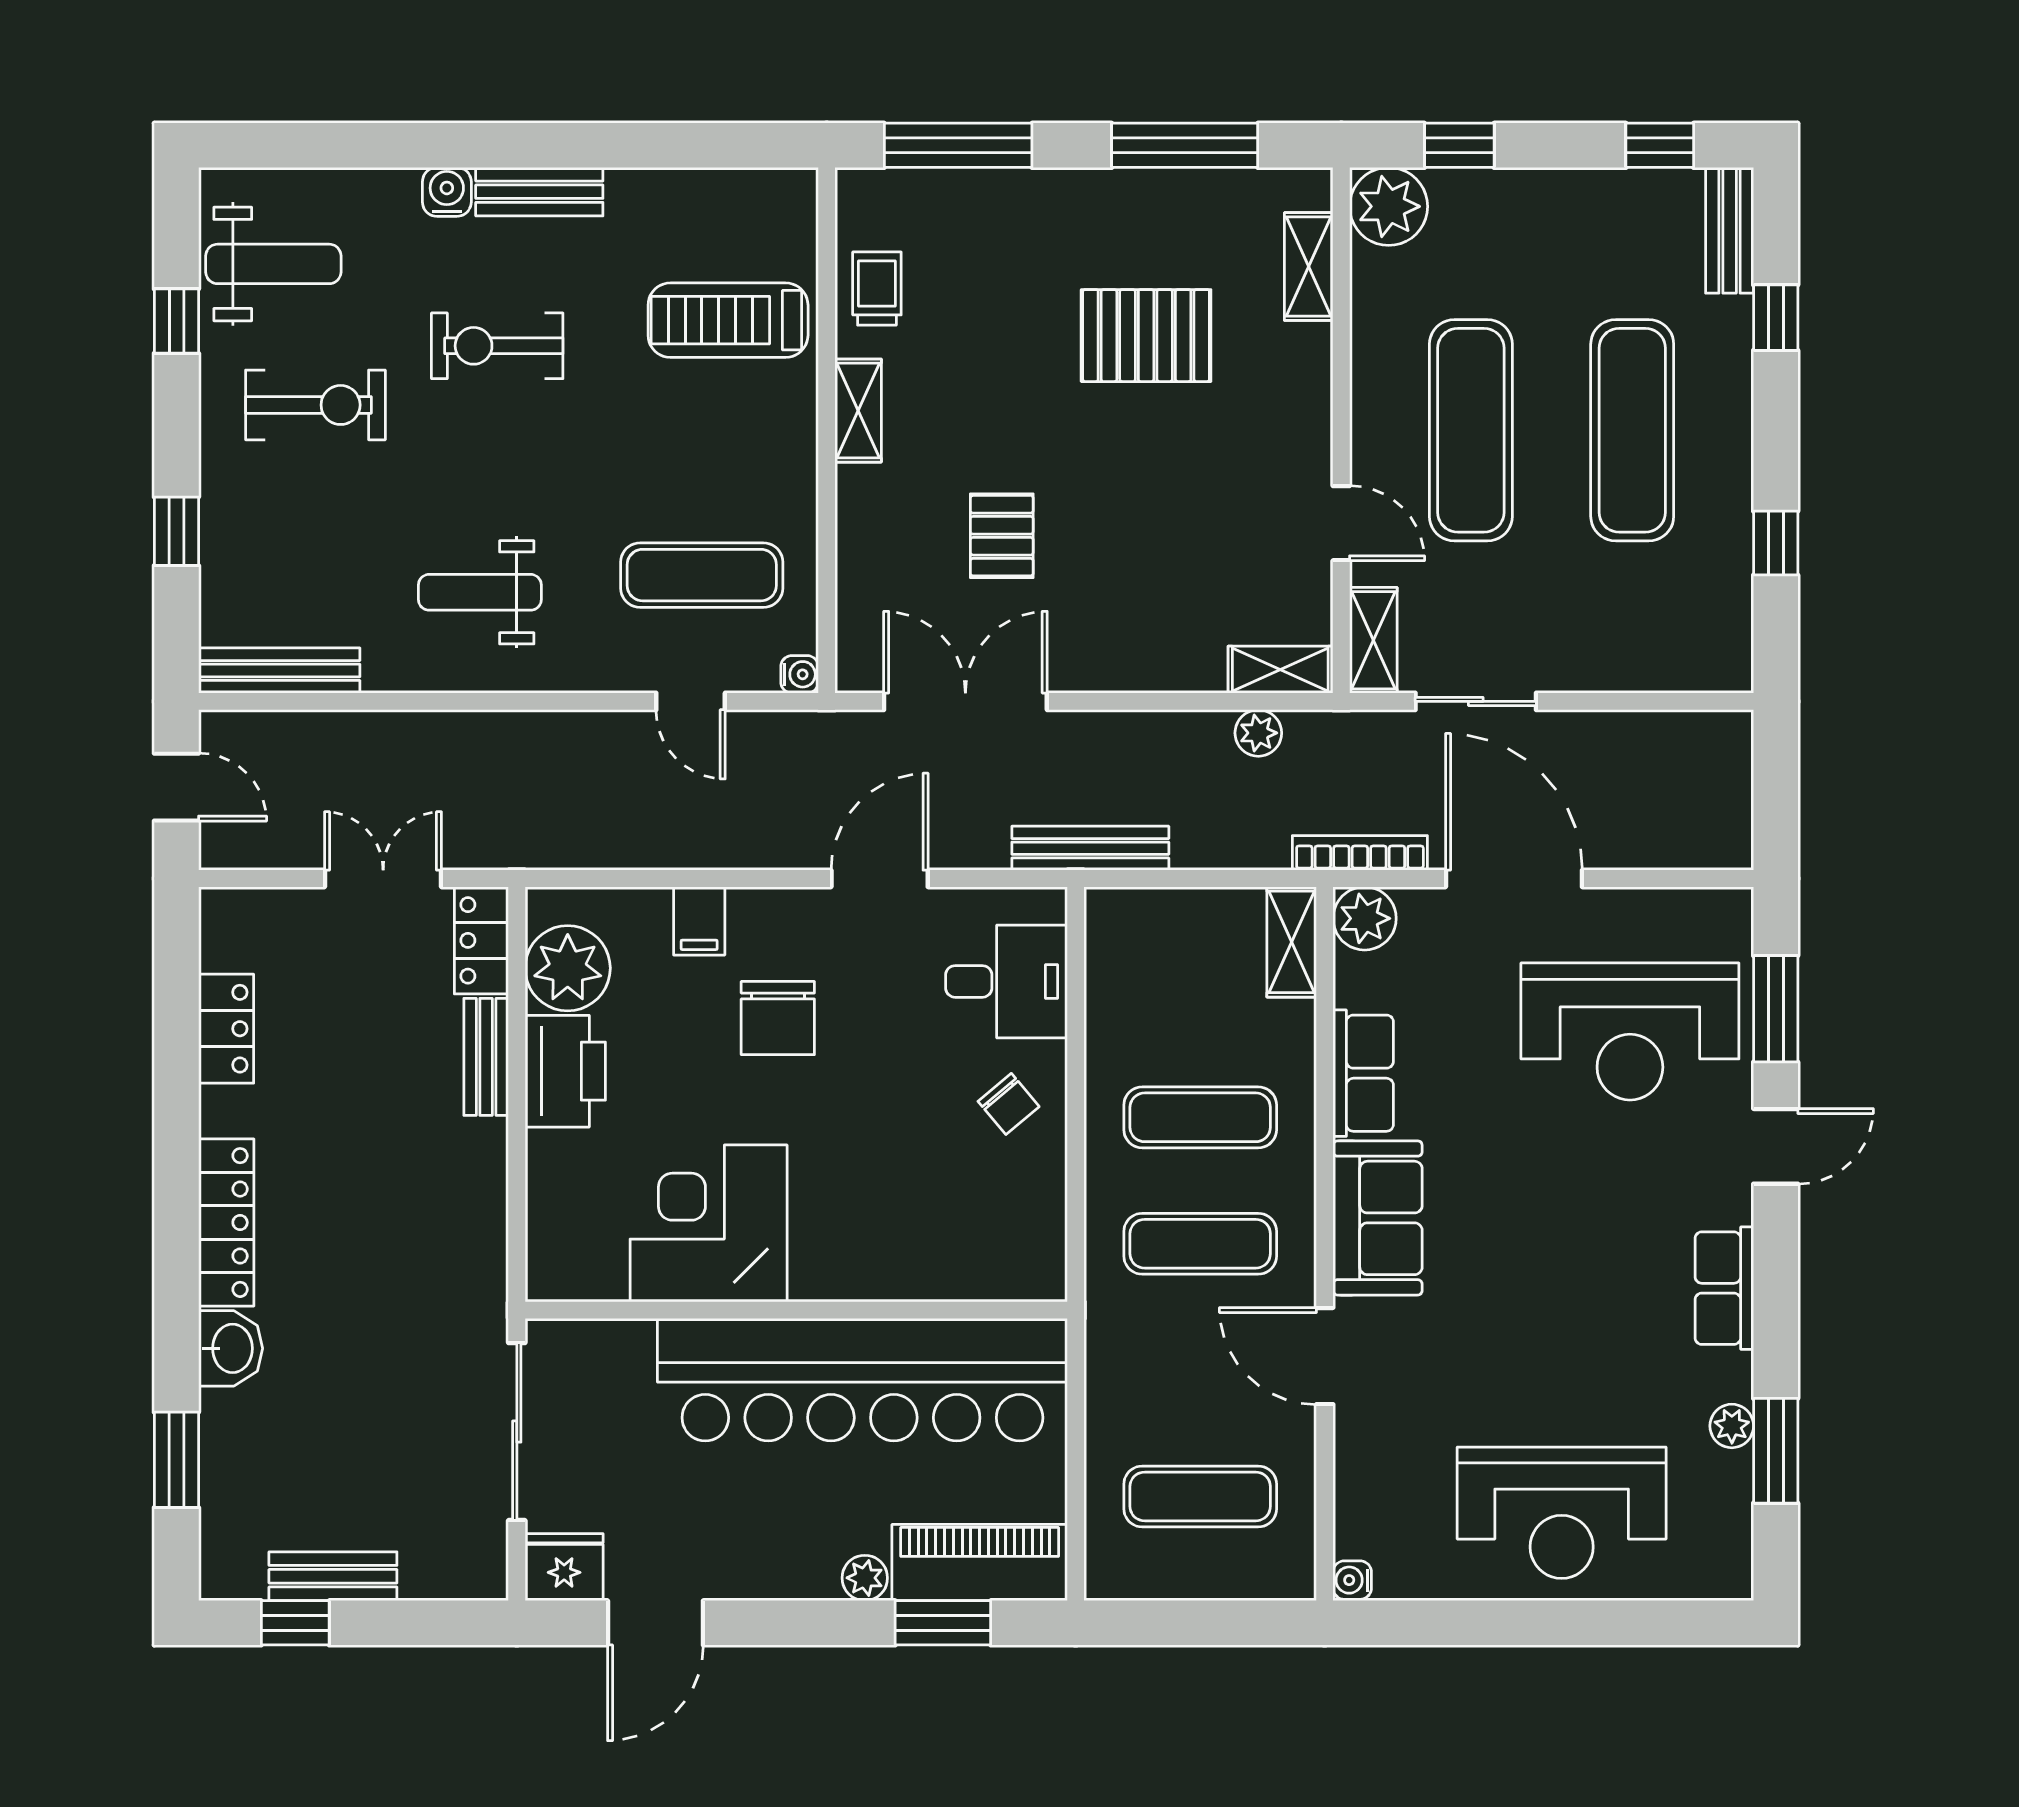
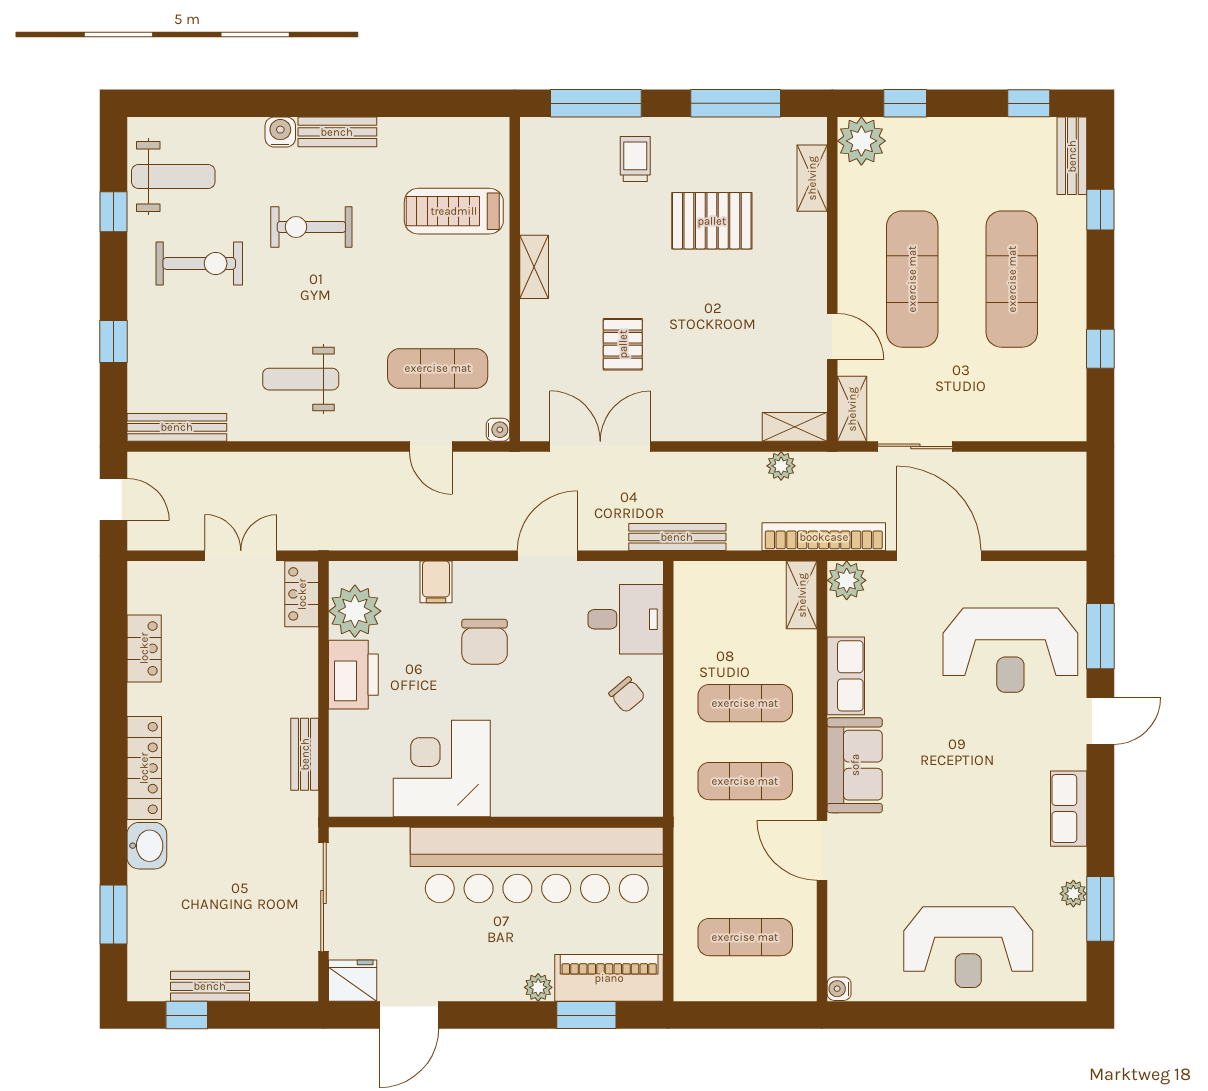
trolley: (877, 289) -> (635, 159), moved
bookcase: (1360, 853) -> (824, 537), width x1.48, depth x1.31
bench: (486, 1057) -> (305, 754), moved

